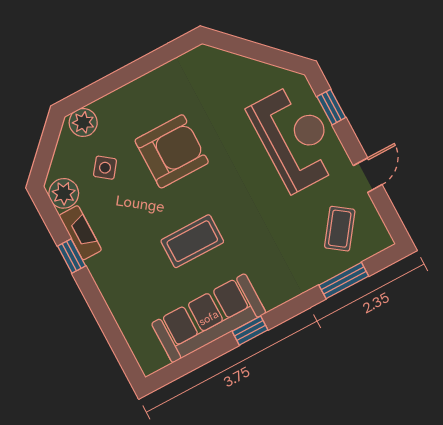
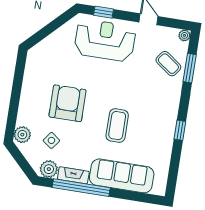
coffee table: (340, 229) -> (168, 64), moved
plant: (383, 240) -> (184, 35), added
window: (72, 256) -> (81, 188), width x3.17
sofa: (209, 318) -> (122, 176), moved, turned 90

